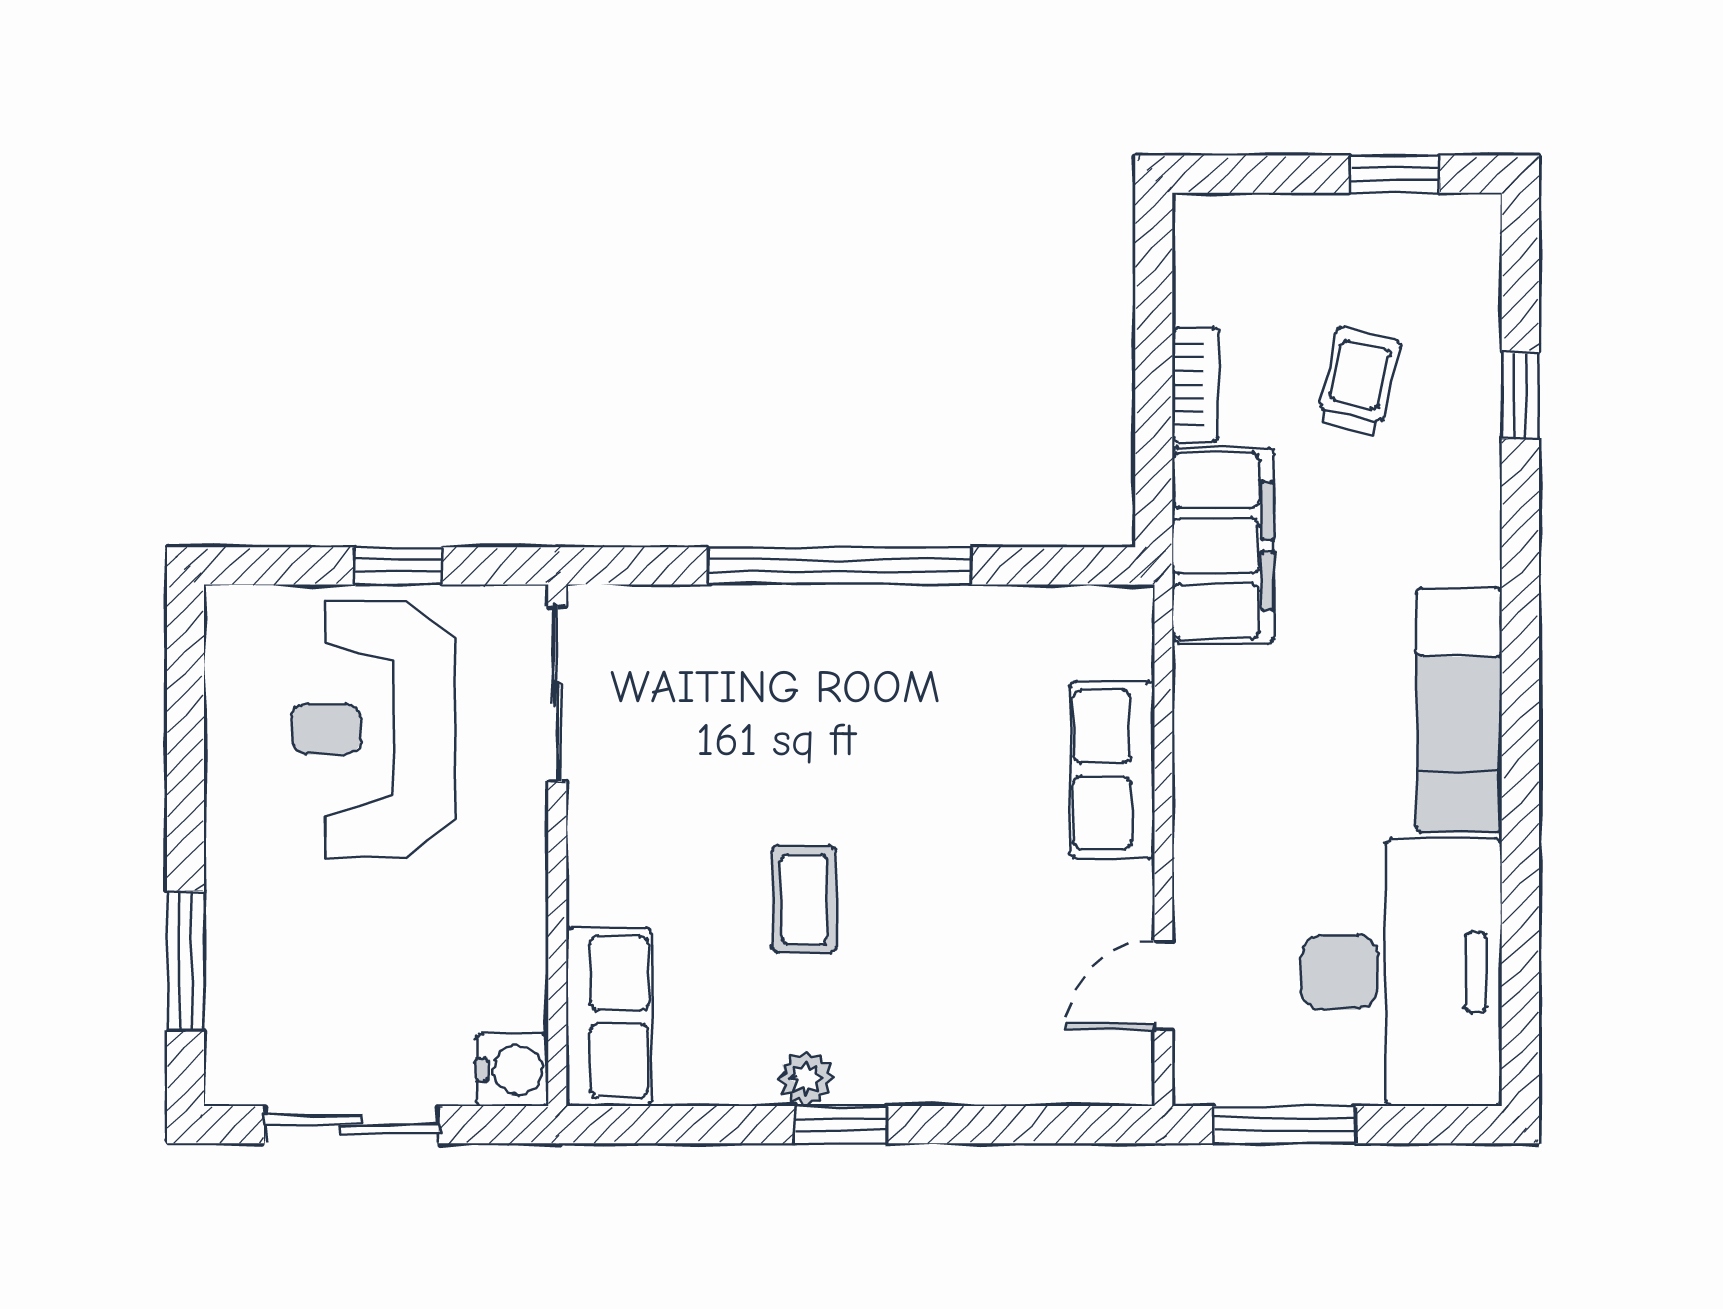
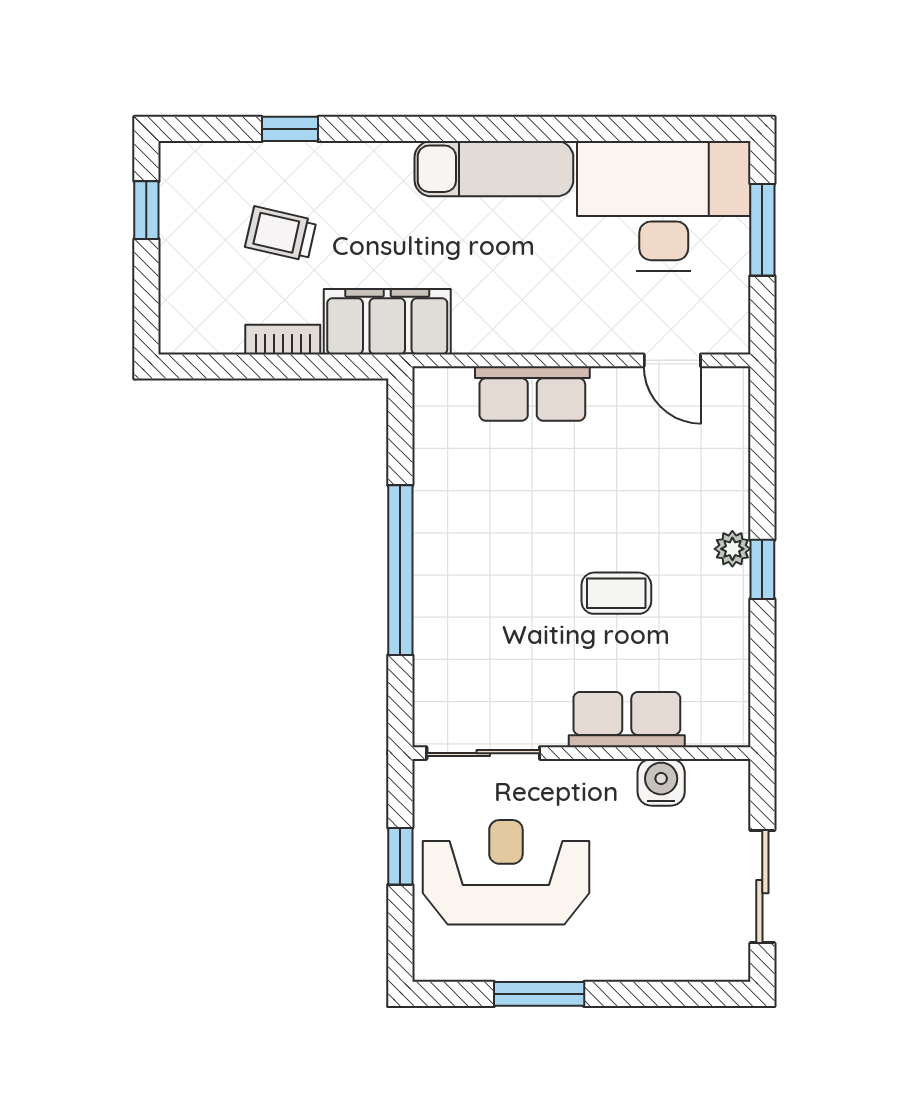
reception desk: (373, 729) -> (506, 872), turned 180
window: (186, 960) -> (539, 994), moved
row of seats: (609, 1017) -> (627, 720), moved
water cooler: (512, 1070) -> (661, 782), moved
plant: (806, 1078) -> (732, 549), moved
window: (1284, 1125) -> (762, 230), moved

